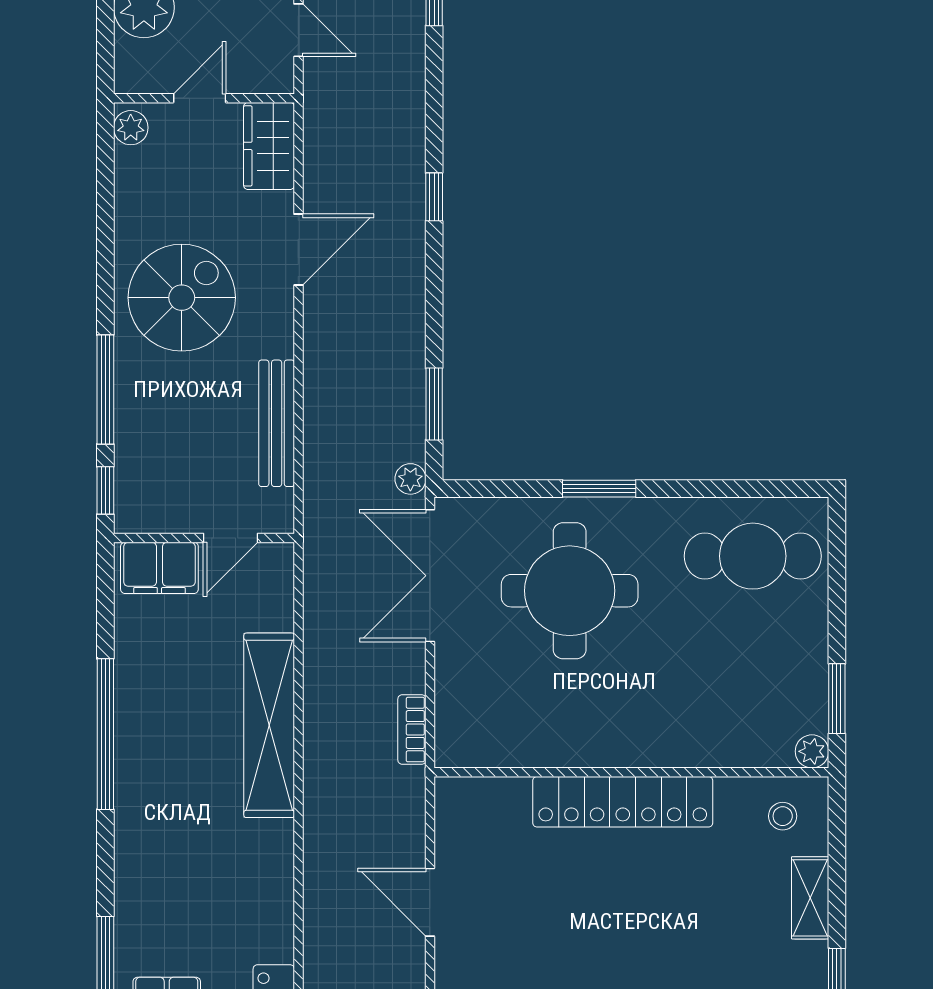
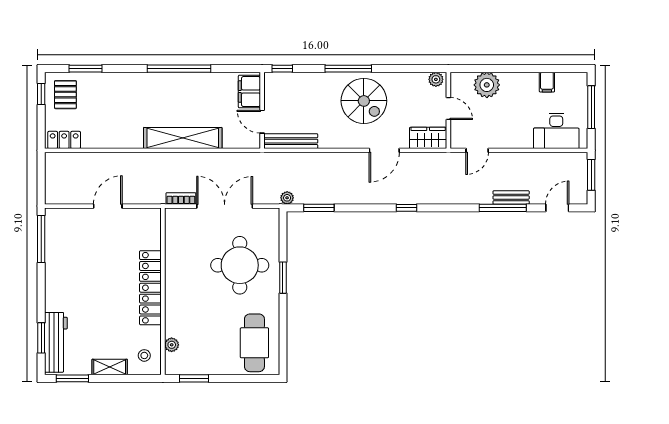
door: (298, 250) -> (384, 150), hinge flipped
window: (105, 390) -> (348, 69), moved
bench: (277, 423) -> (291, 141), moved
double door: (430, 576) -> (225, 206), moved
plant: (812, 751) -> (172, 345), moved

